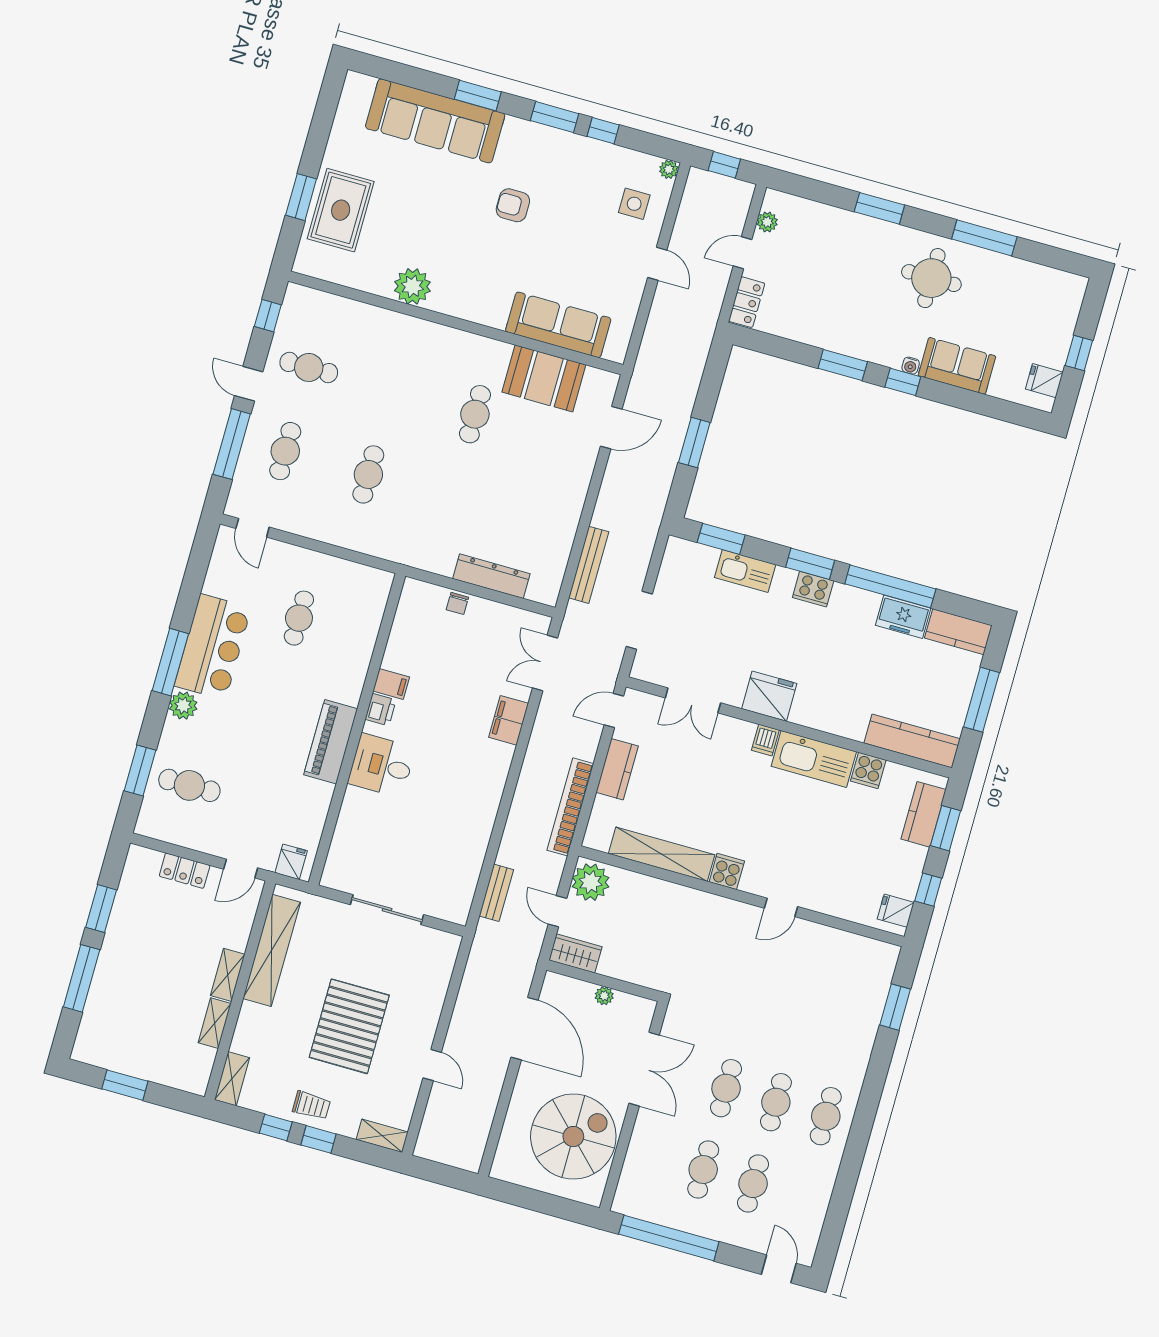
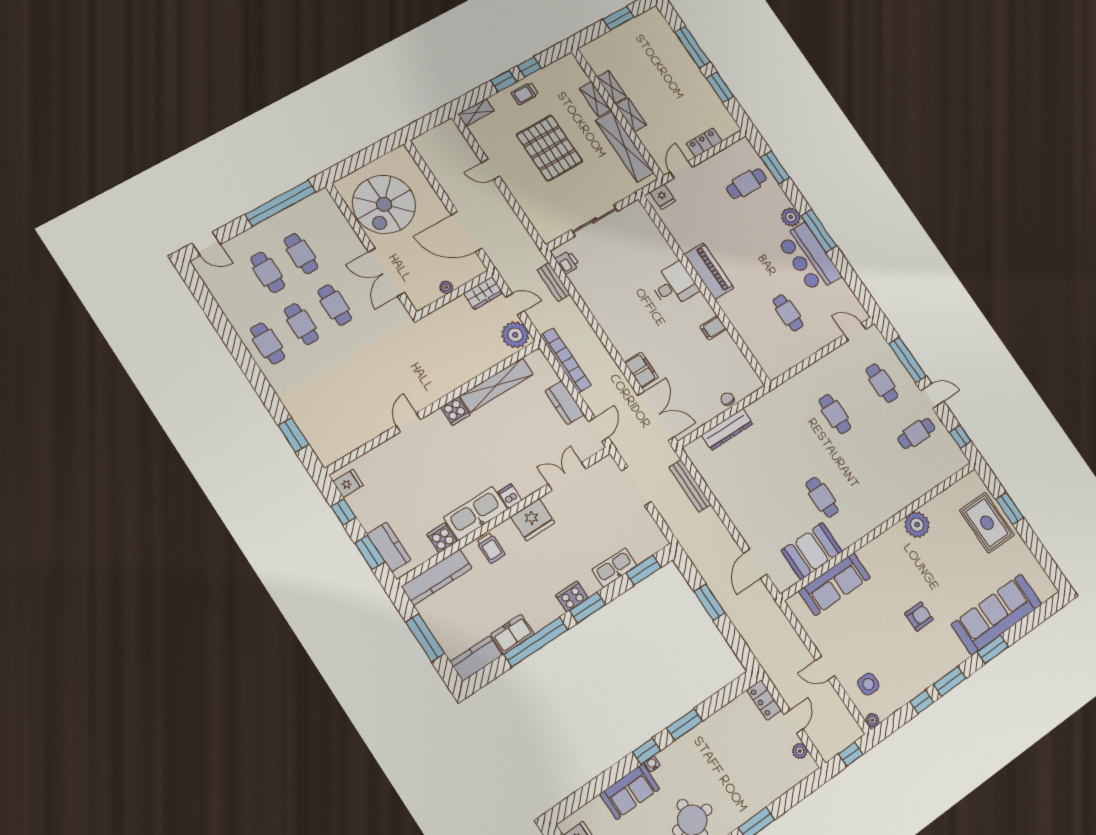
double door: (545, 663) -> (656, 416), width x1.37
printer: (381, 710) -> (567, 262), moved, turned 180
trolley: (836, 713) -> (491, 548), added
shelving: (232, 1079) -> (595, 99), moved

